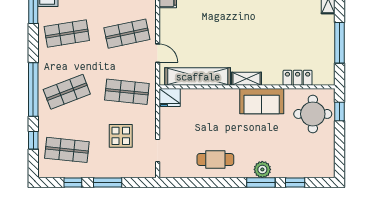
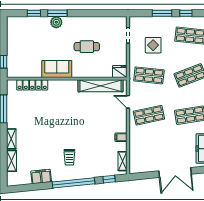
locker: (298, 78) -> (32, 85), width x1.53
shelving: (246, 79) -> (67, 84), removed
round table: (313, 114) -> (22, 60), removed
cafe table: (215, 159) -> (87, 47), moved

